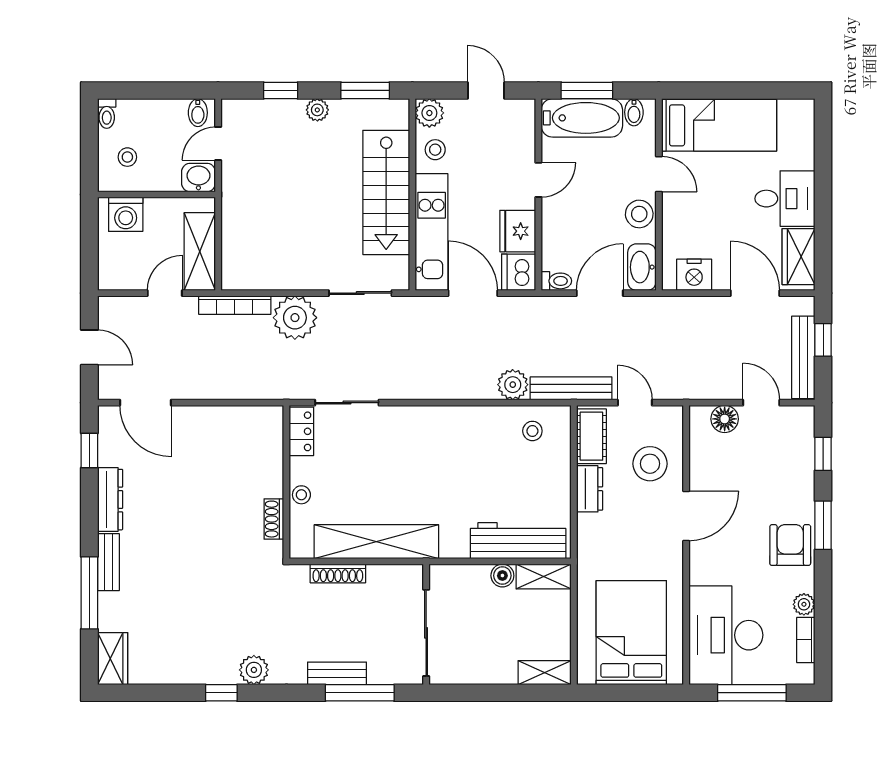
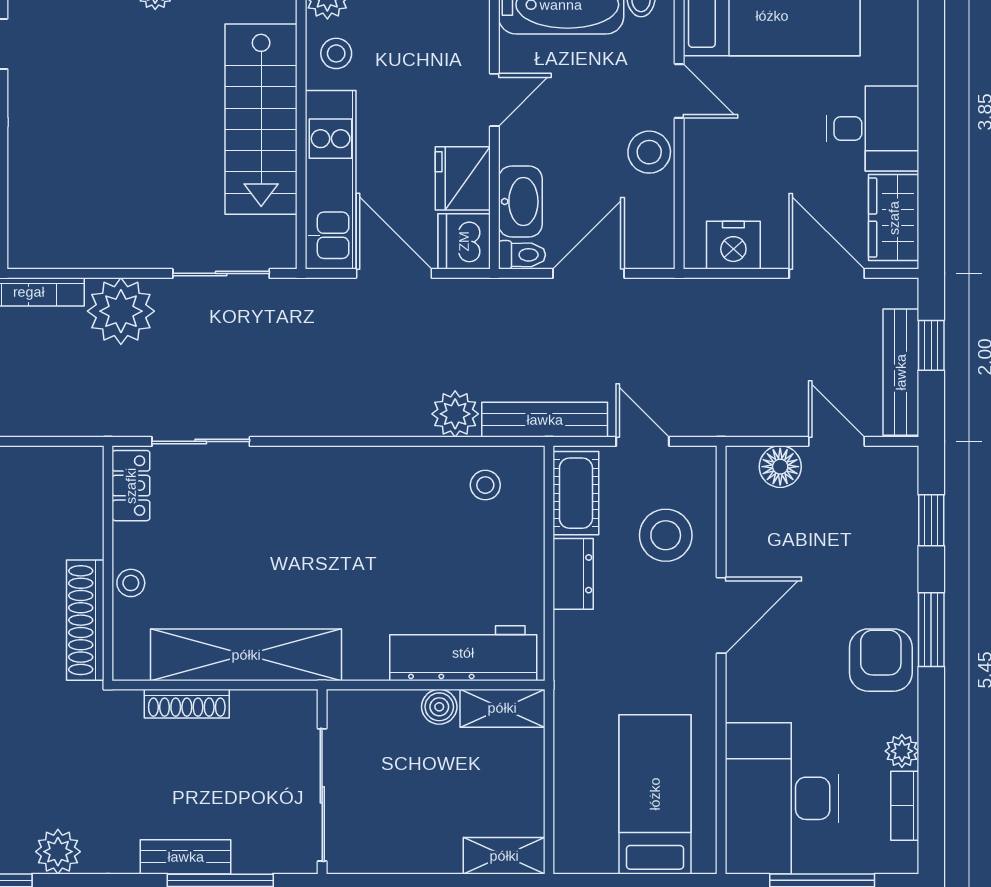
washbasin: (642, 267) -> (520, 202), moved, turned 180
shoe rack: (274, 519) -> (85, 620), width x1.94, depth x1.24
bed: (631, 633) -> (655, 794), width x0.67

